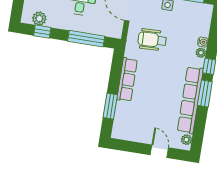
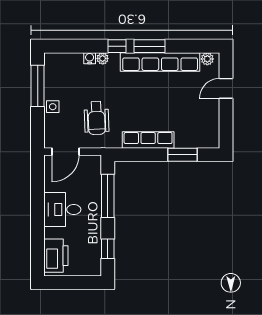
plant: (39, 19) -> (93, 255), removed

